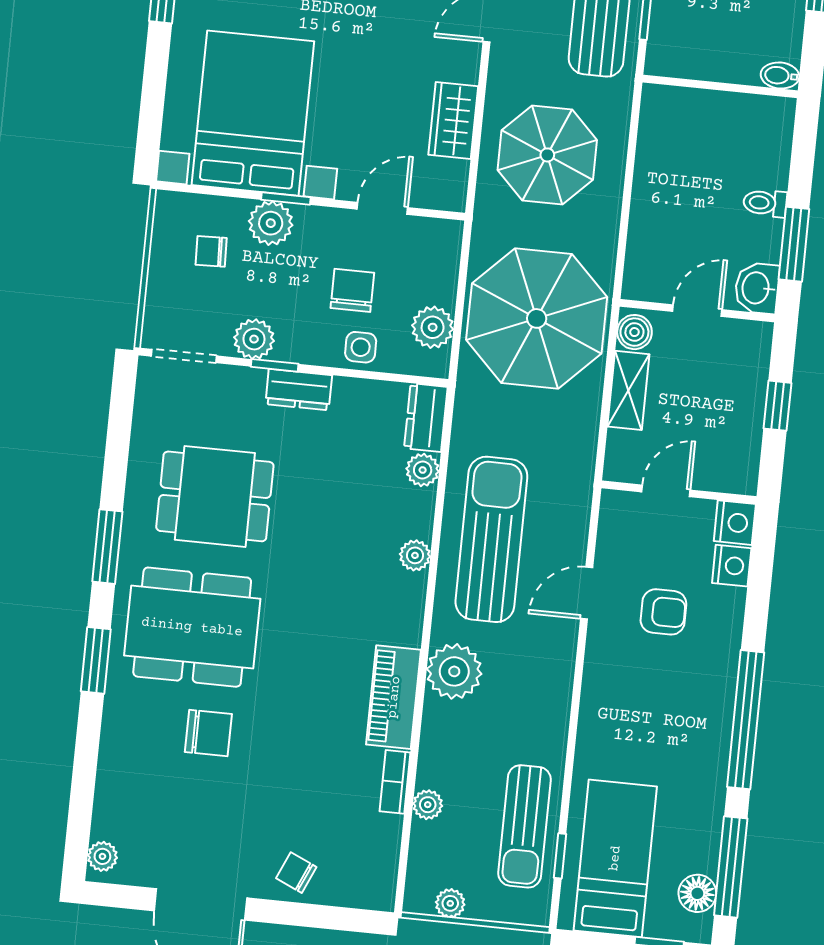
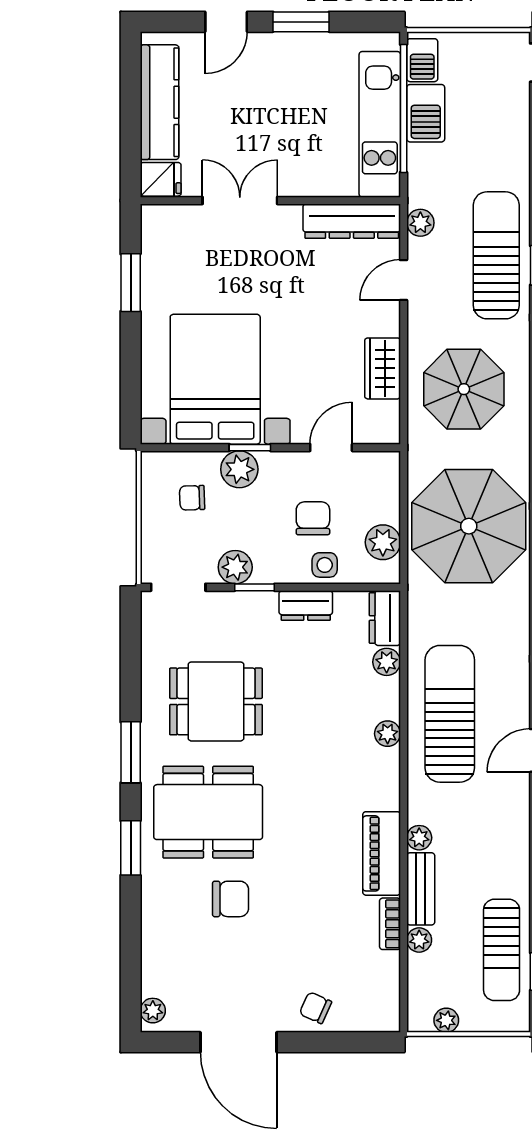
dresser: (299, 390) -> (306, 605), moved
plant: (454, 671) -> (419, 838), width x0.53, depth x0.53
bench: (436, 744) -> (421, 889), added

